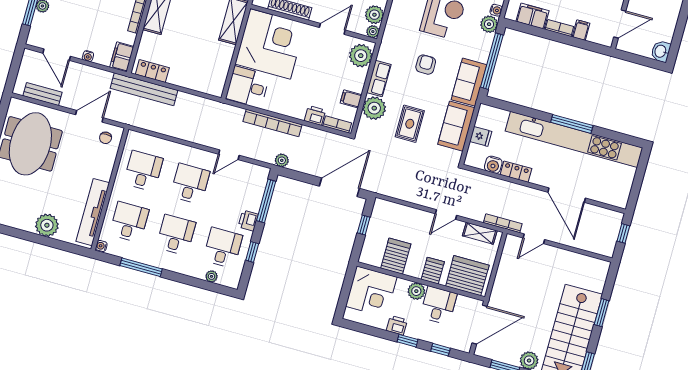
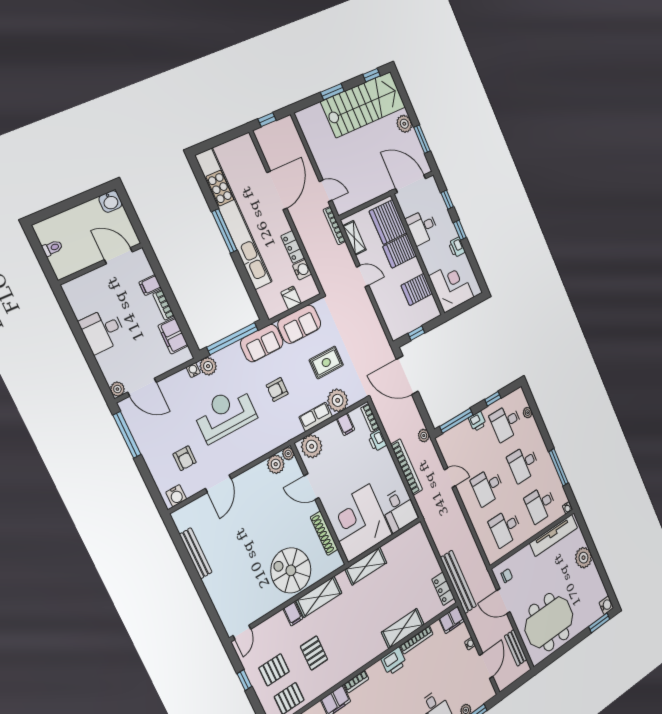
server rack: (433, 271) -> (400, 251), width x1.36, depth x1.44
plant: (416, 291) -> (426, 253), removed

